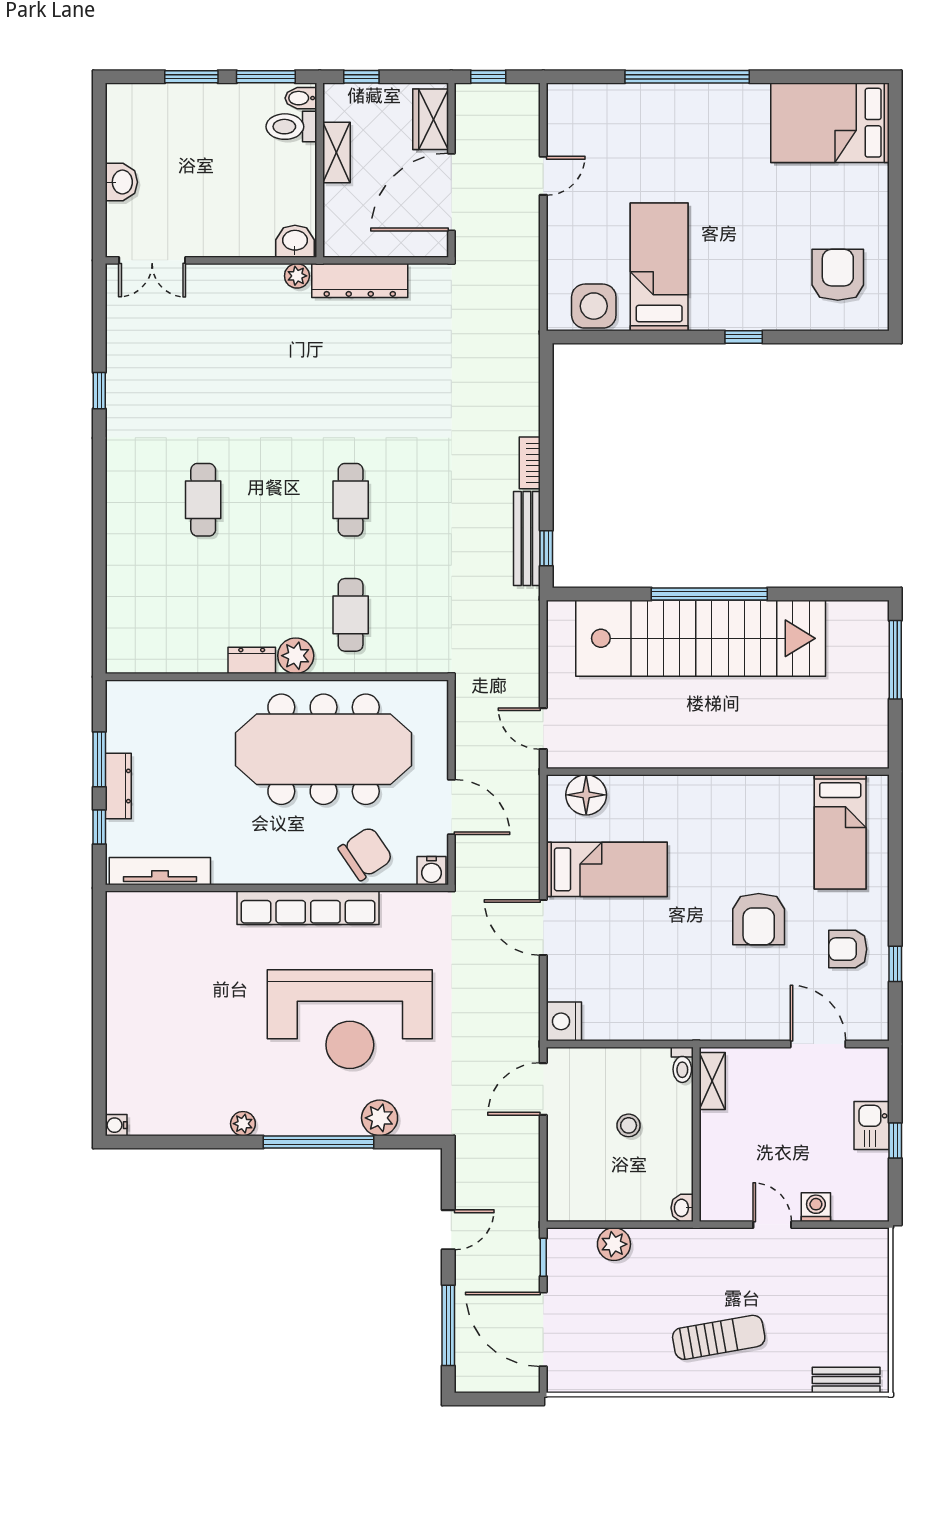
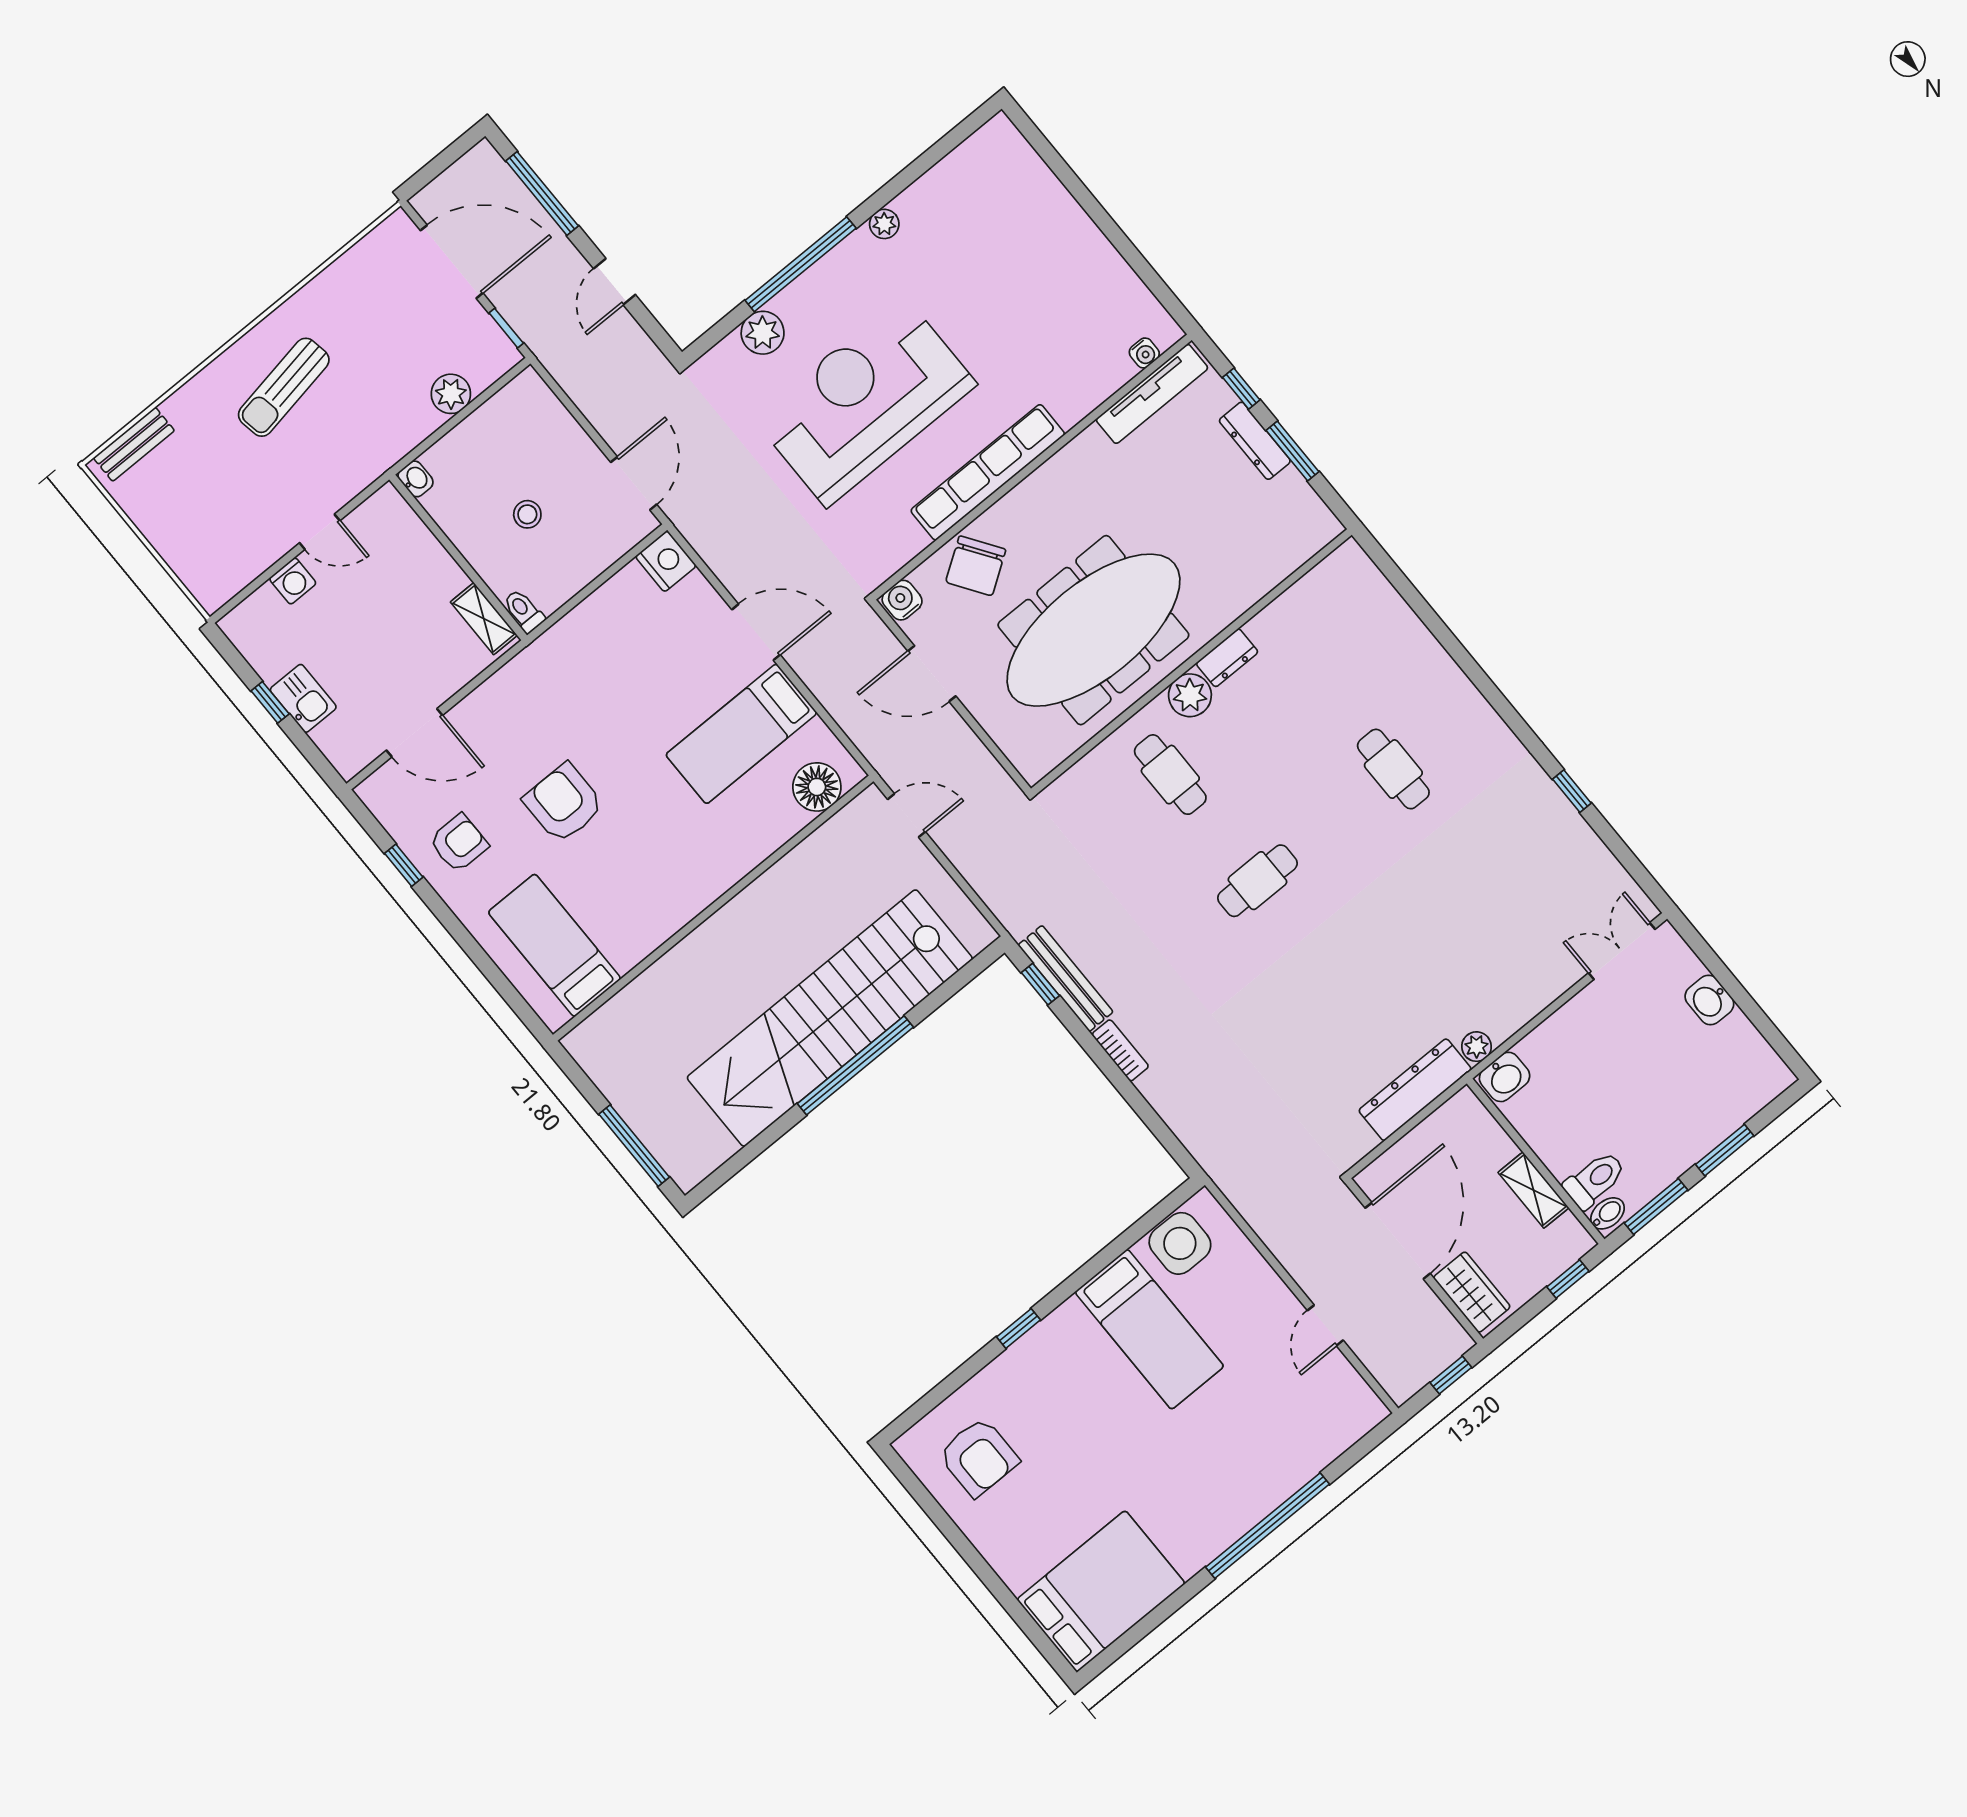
cafe table: (351, 500) -> (1257, 881), turned 90
water cooler: (116, 1125) -> (1144, 353), moved, turned 90

